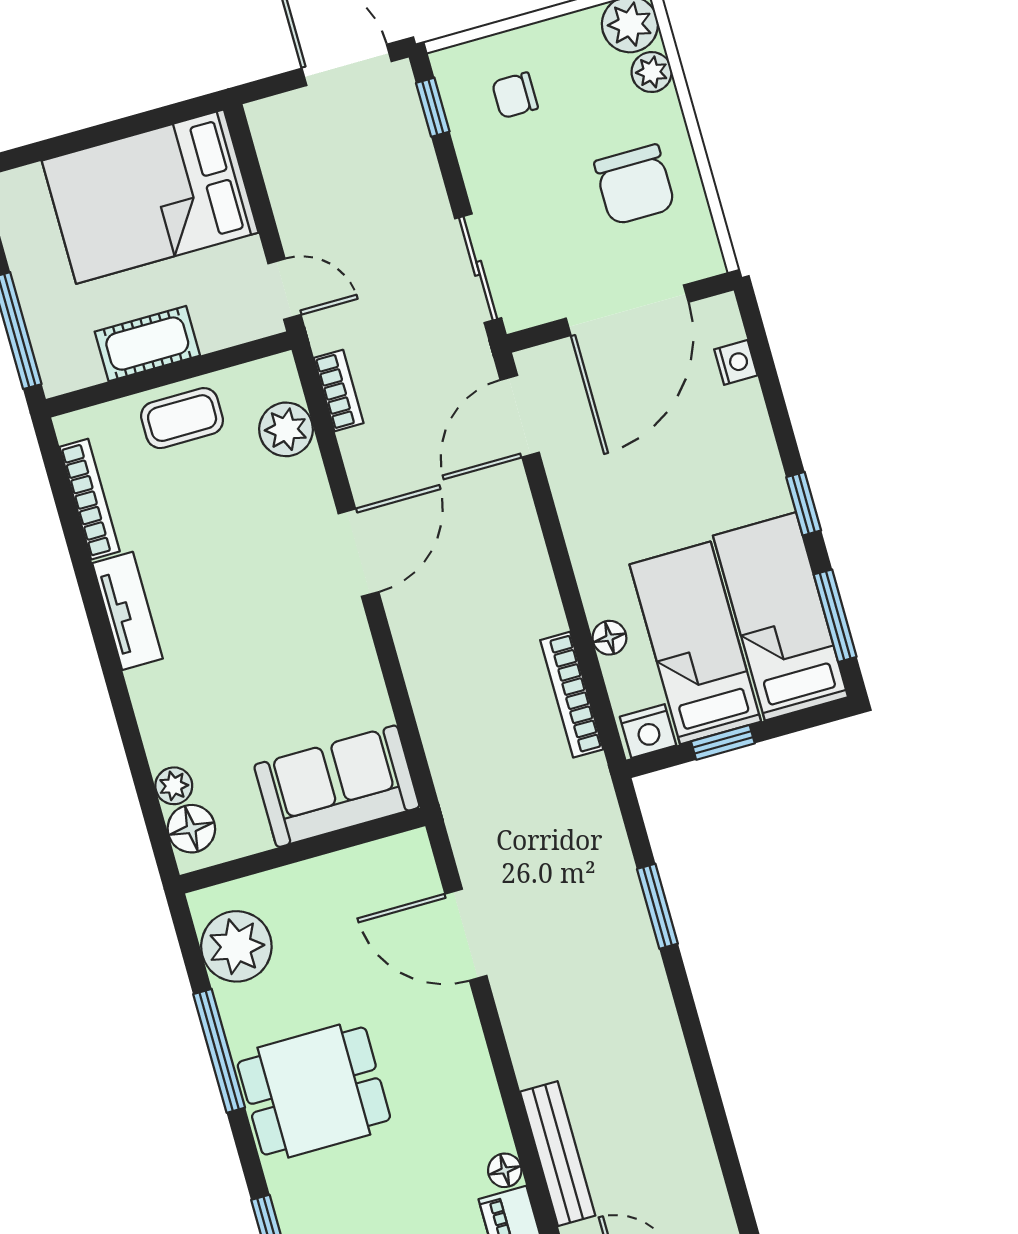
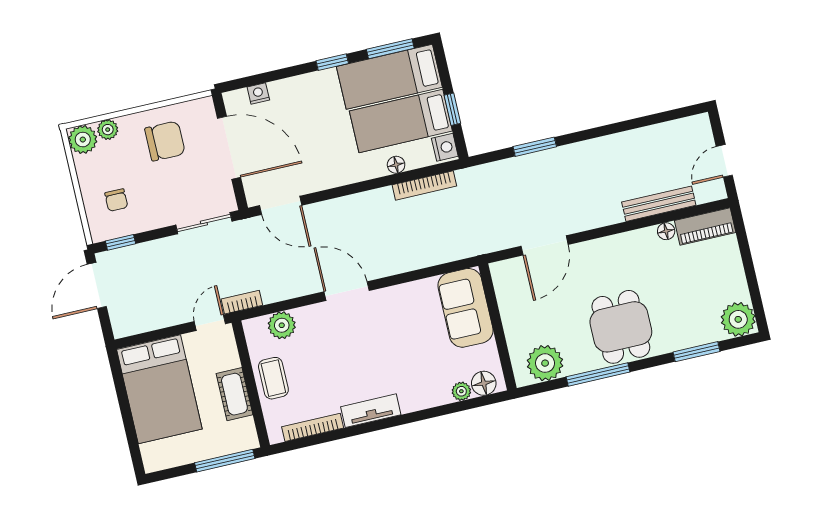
bookcase: (339, 390) -> (242, 302), moved

